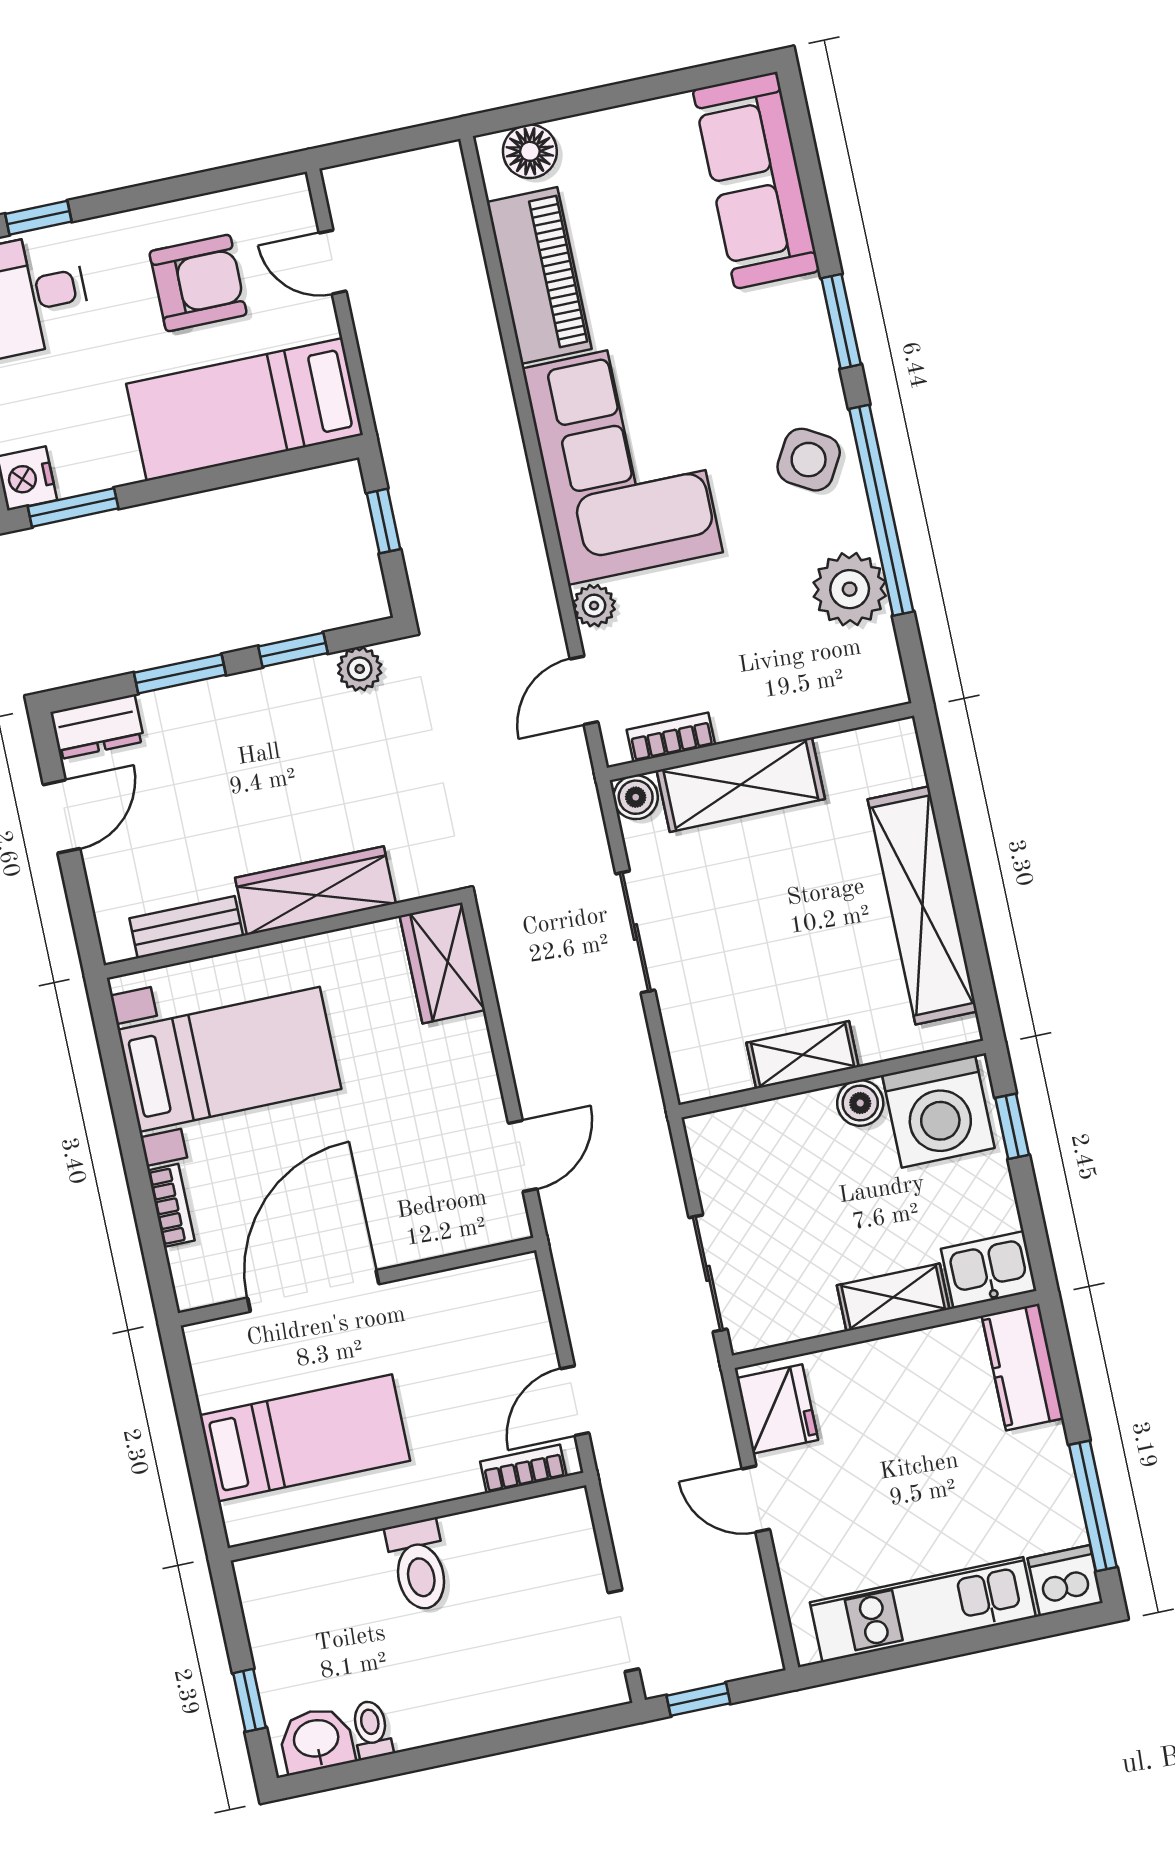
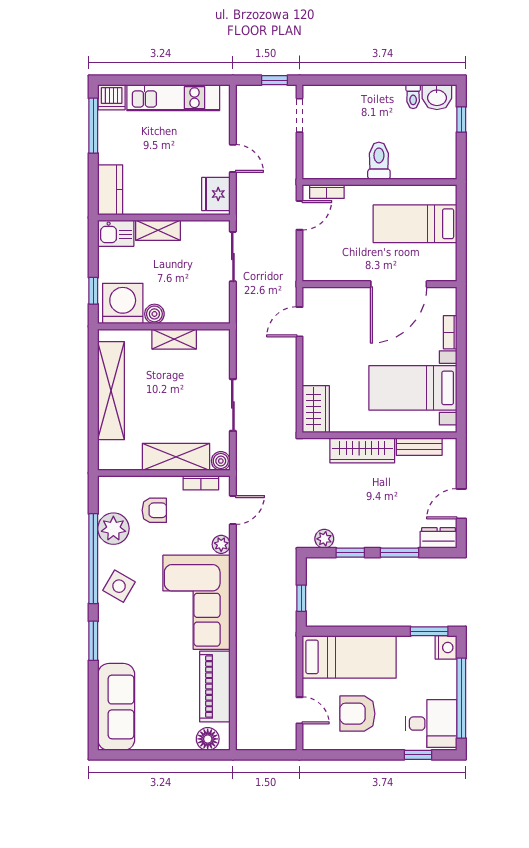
armchair: (764, 651) -> (154, 510), added

